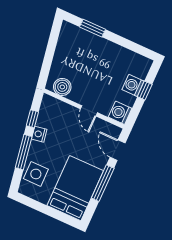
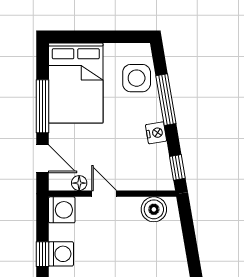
window: (32, 119) -> (177, 167), moved
floor lamp: (102, 125) -> (79, 183), added

